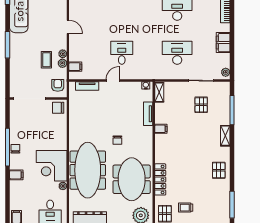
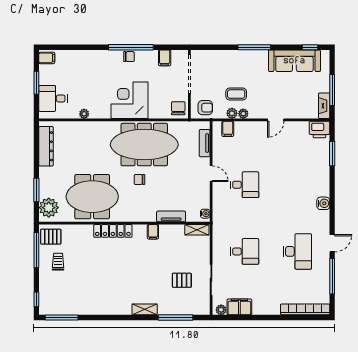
filing cabinet: (223, 43) -> (239, 307), moved
desk: (177, 53) -> (245, 251), width x0.73
corner desk: (52, 166) -> (130, 100), moved
meeting table: (88, 170) -> (144, 145), moved
pallet: (219, 170) -> (103, 301), removed
filing cabinet: (16, 175) -> (165, 58), moved
locker: (160, 179) -> (113, 231), moved

